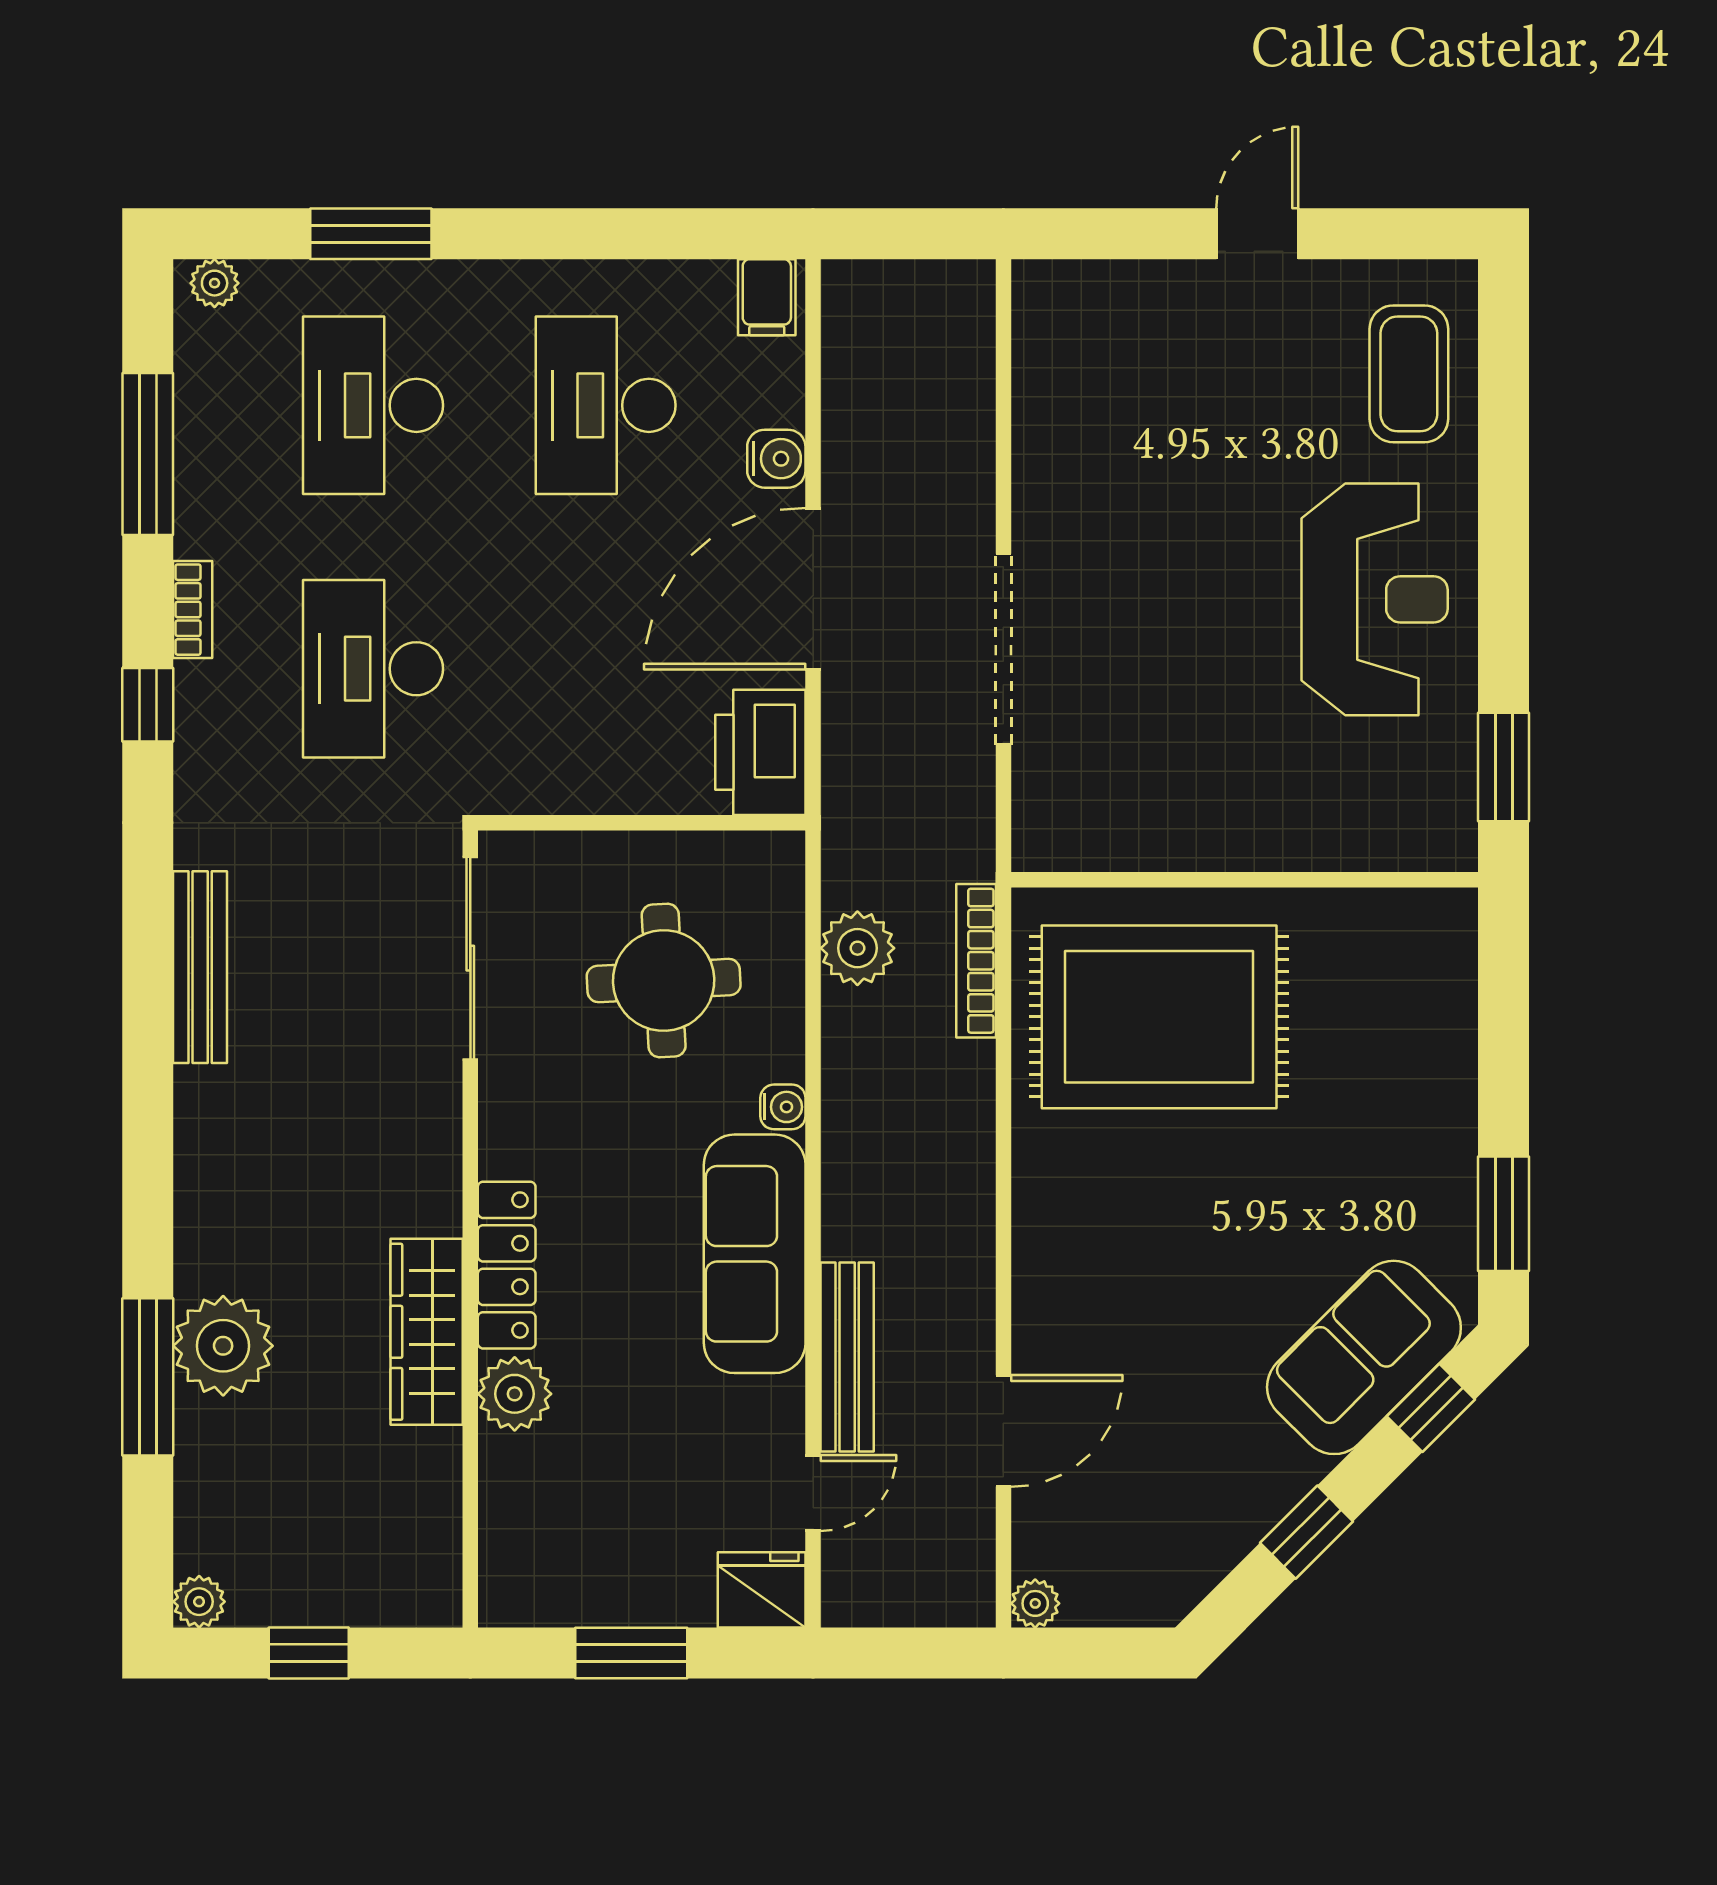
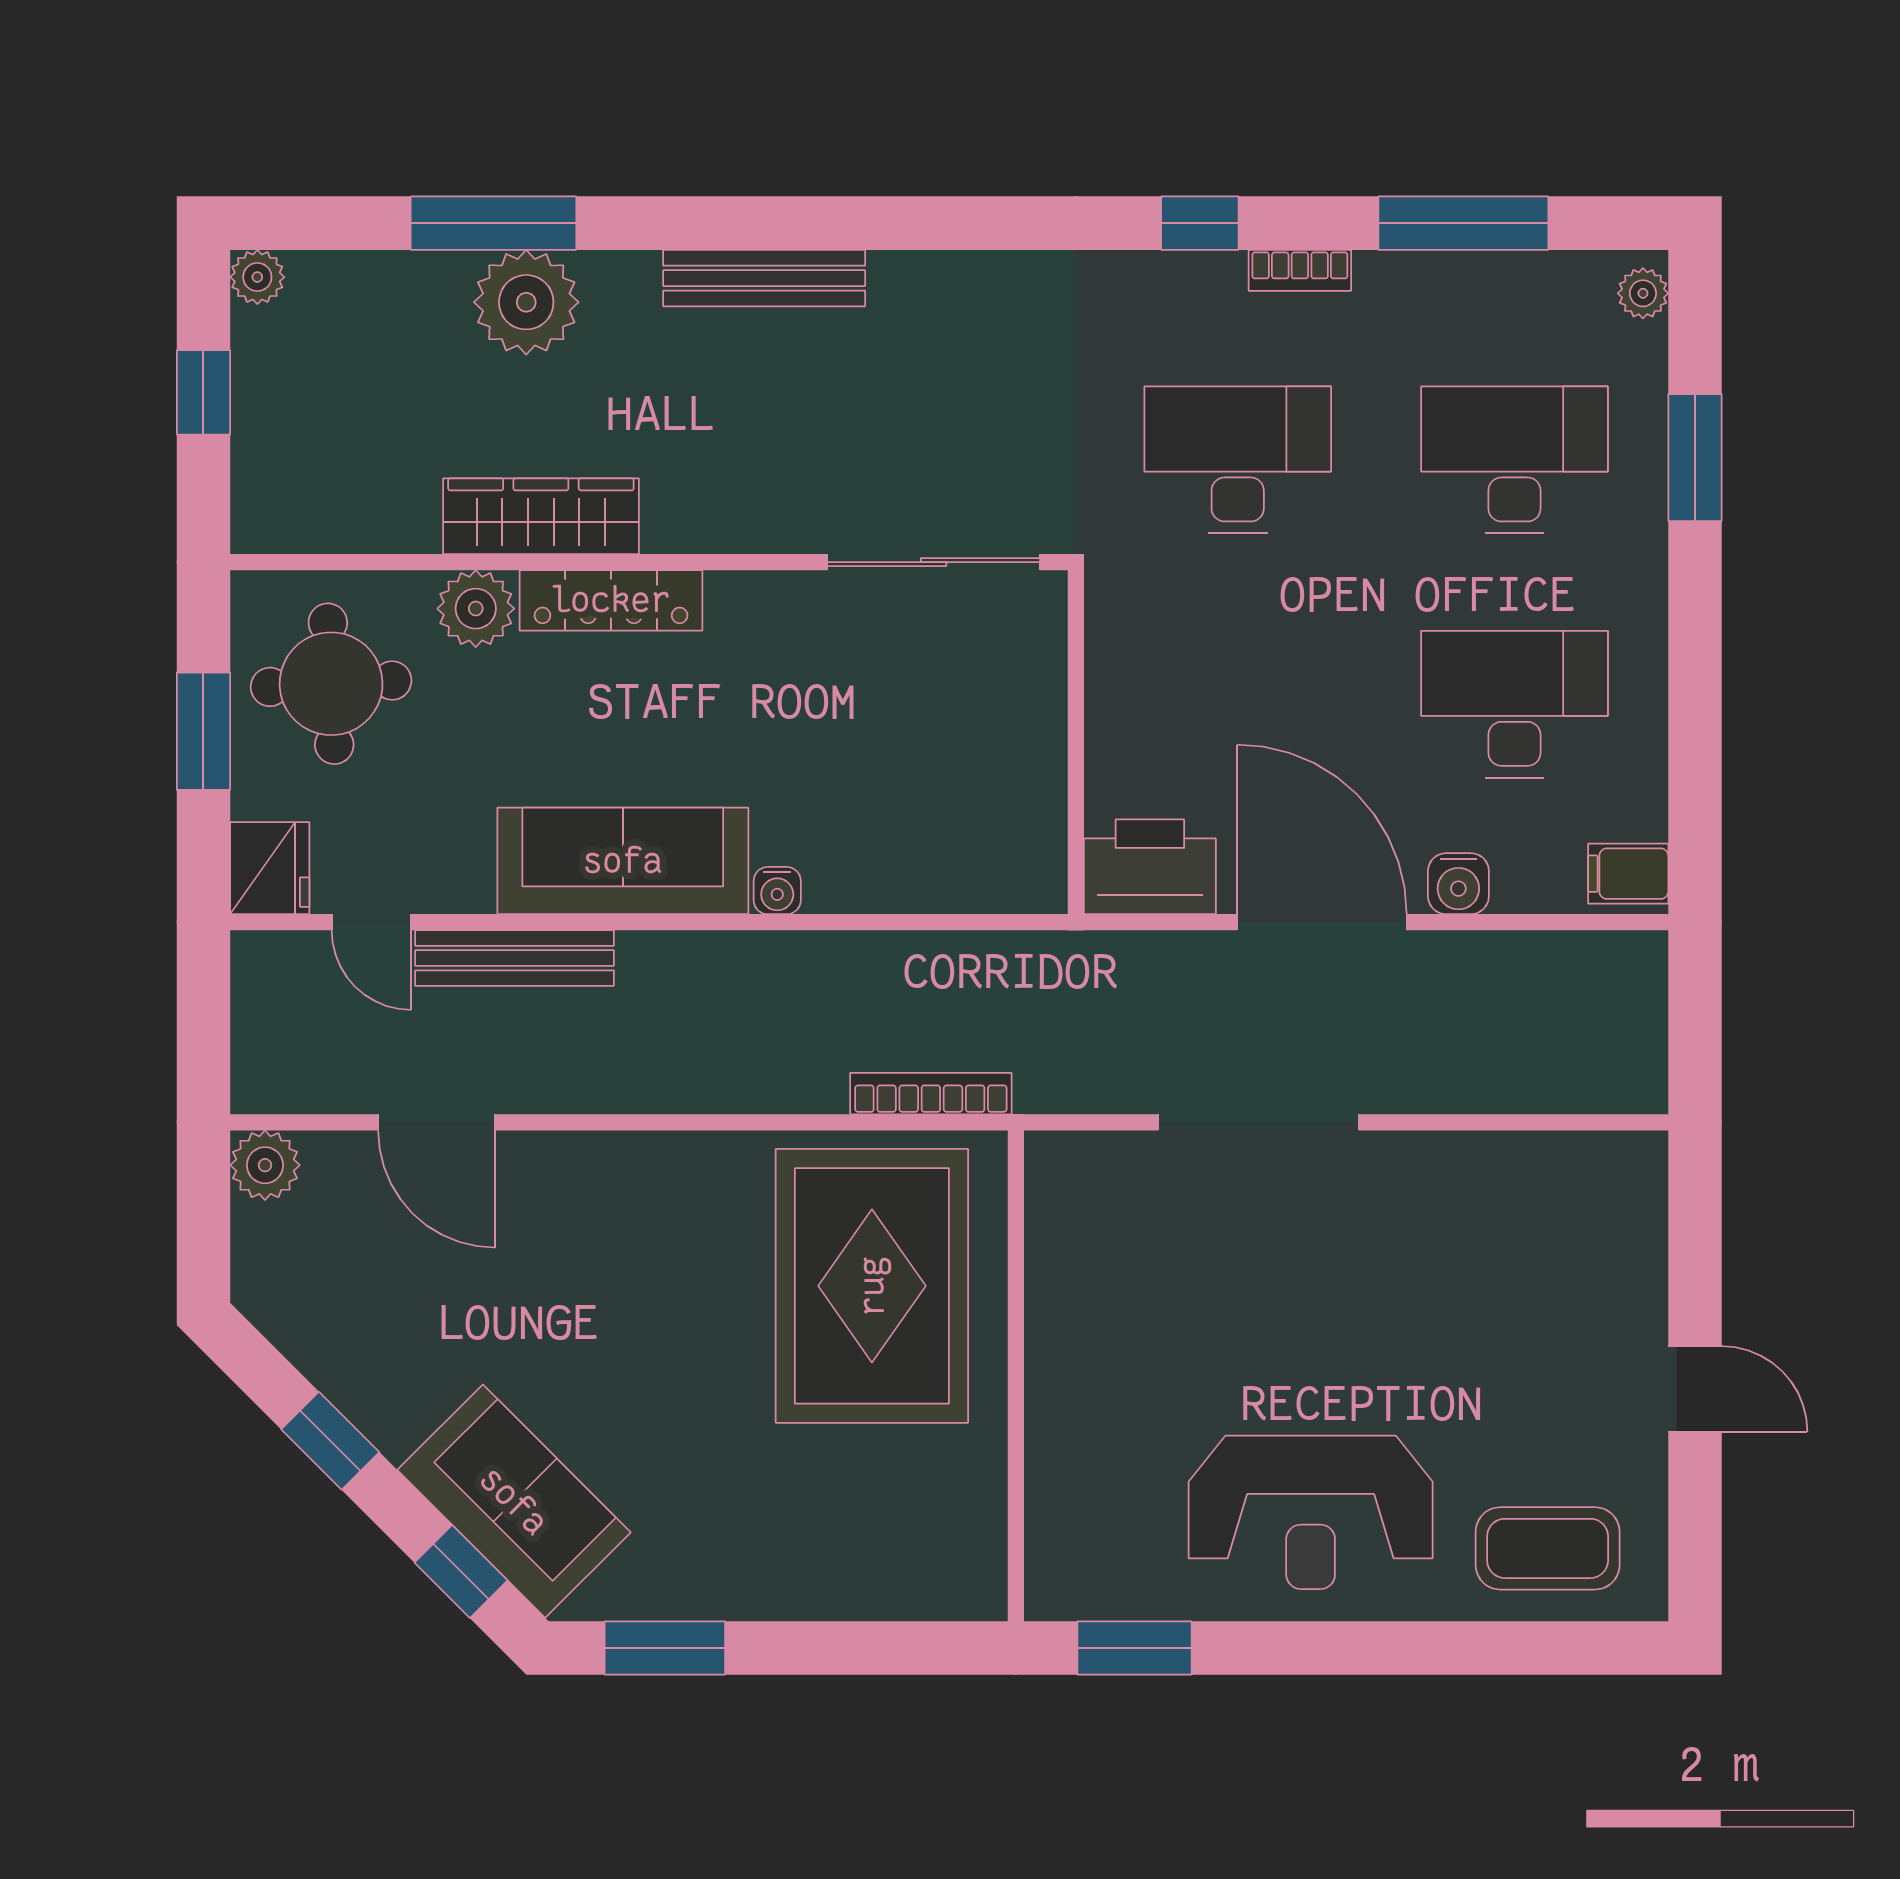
plant: (857, 948) -> (944, 969), removed
bench: (200, 967) -> (764, 278), moved
round table: (664, 981) -> (331, 684), moved
plant: (1035, 1603) -> (265, 1165), width x1.38, depth x1.38

